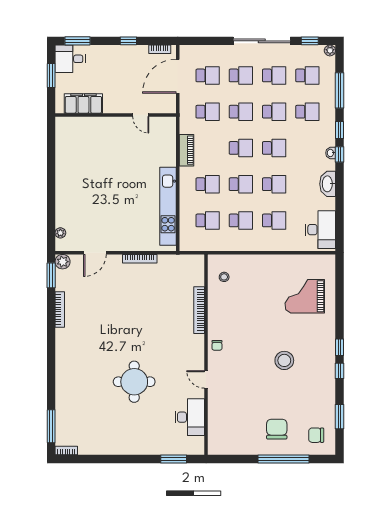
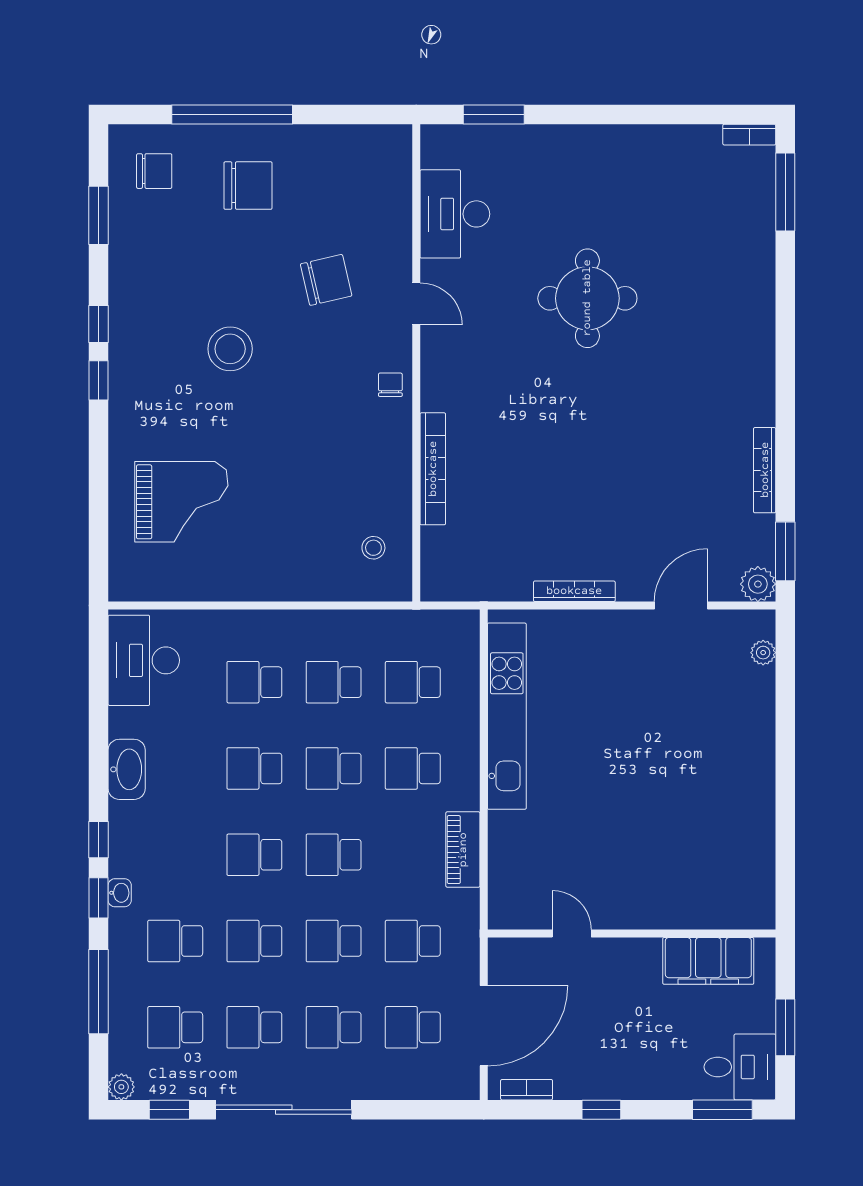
washbasin: (331, 153) -> (120, 893), moved
chair: (244, 389) -> (326, 280), added
chair: (277, 429) -> (248, 186), turned -90

